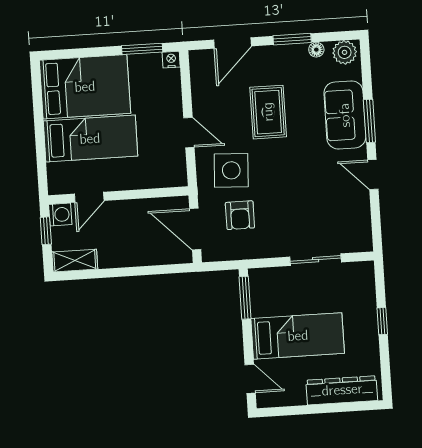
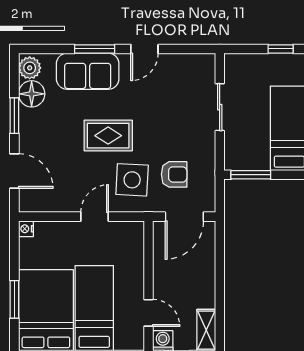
window: (142, 49) -> (14, 299), moved
floor lamp: (316, 50) -> (32, 94), width x1.89, depth x1.89
rug: (268, 112) -> (108, 136), moved

